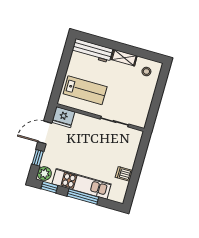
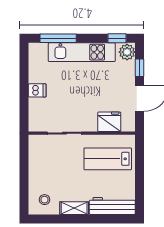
fridge: (63, 117) -> (109, 122), moved
dishwasher: (124, 174) -> (37, 90), moved
window: (83, 197) -> (58, 38), moved

